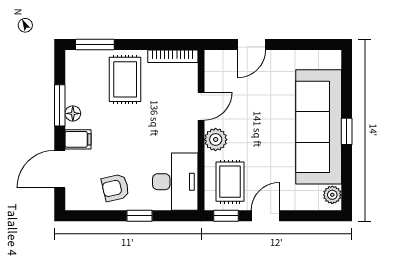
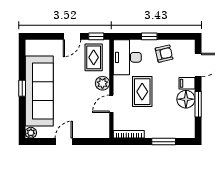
window: (95, 45) -> (164, 142), moved
door: (251, 45) -> (64, 142), moved
rug: (125, 79) -> (142, 92), moved
floor lamp: (73, 113) -> (186, 99), width x1.89, depth x1.89
plant: (332, 195) -> (31, 133), moved

